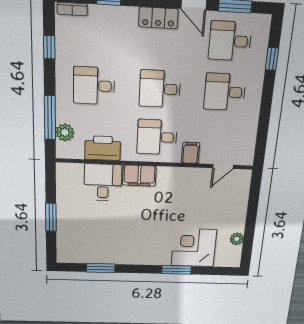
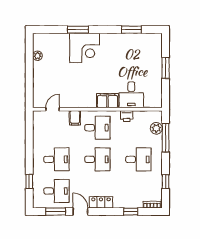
printer: (103, 148) -> (127, 116), width x0.53, depth x0.68
corner desk: (194, 248) -> (85, 48), moved

